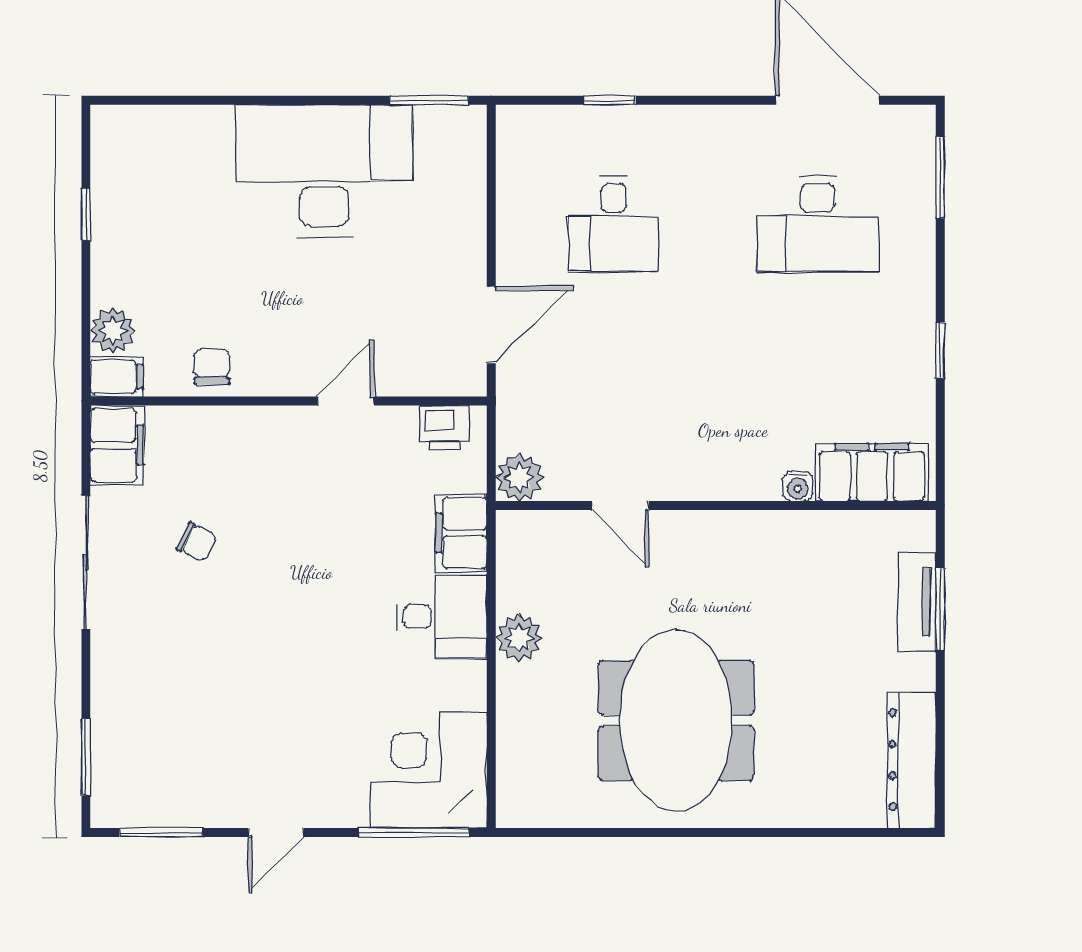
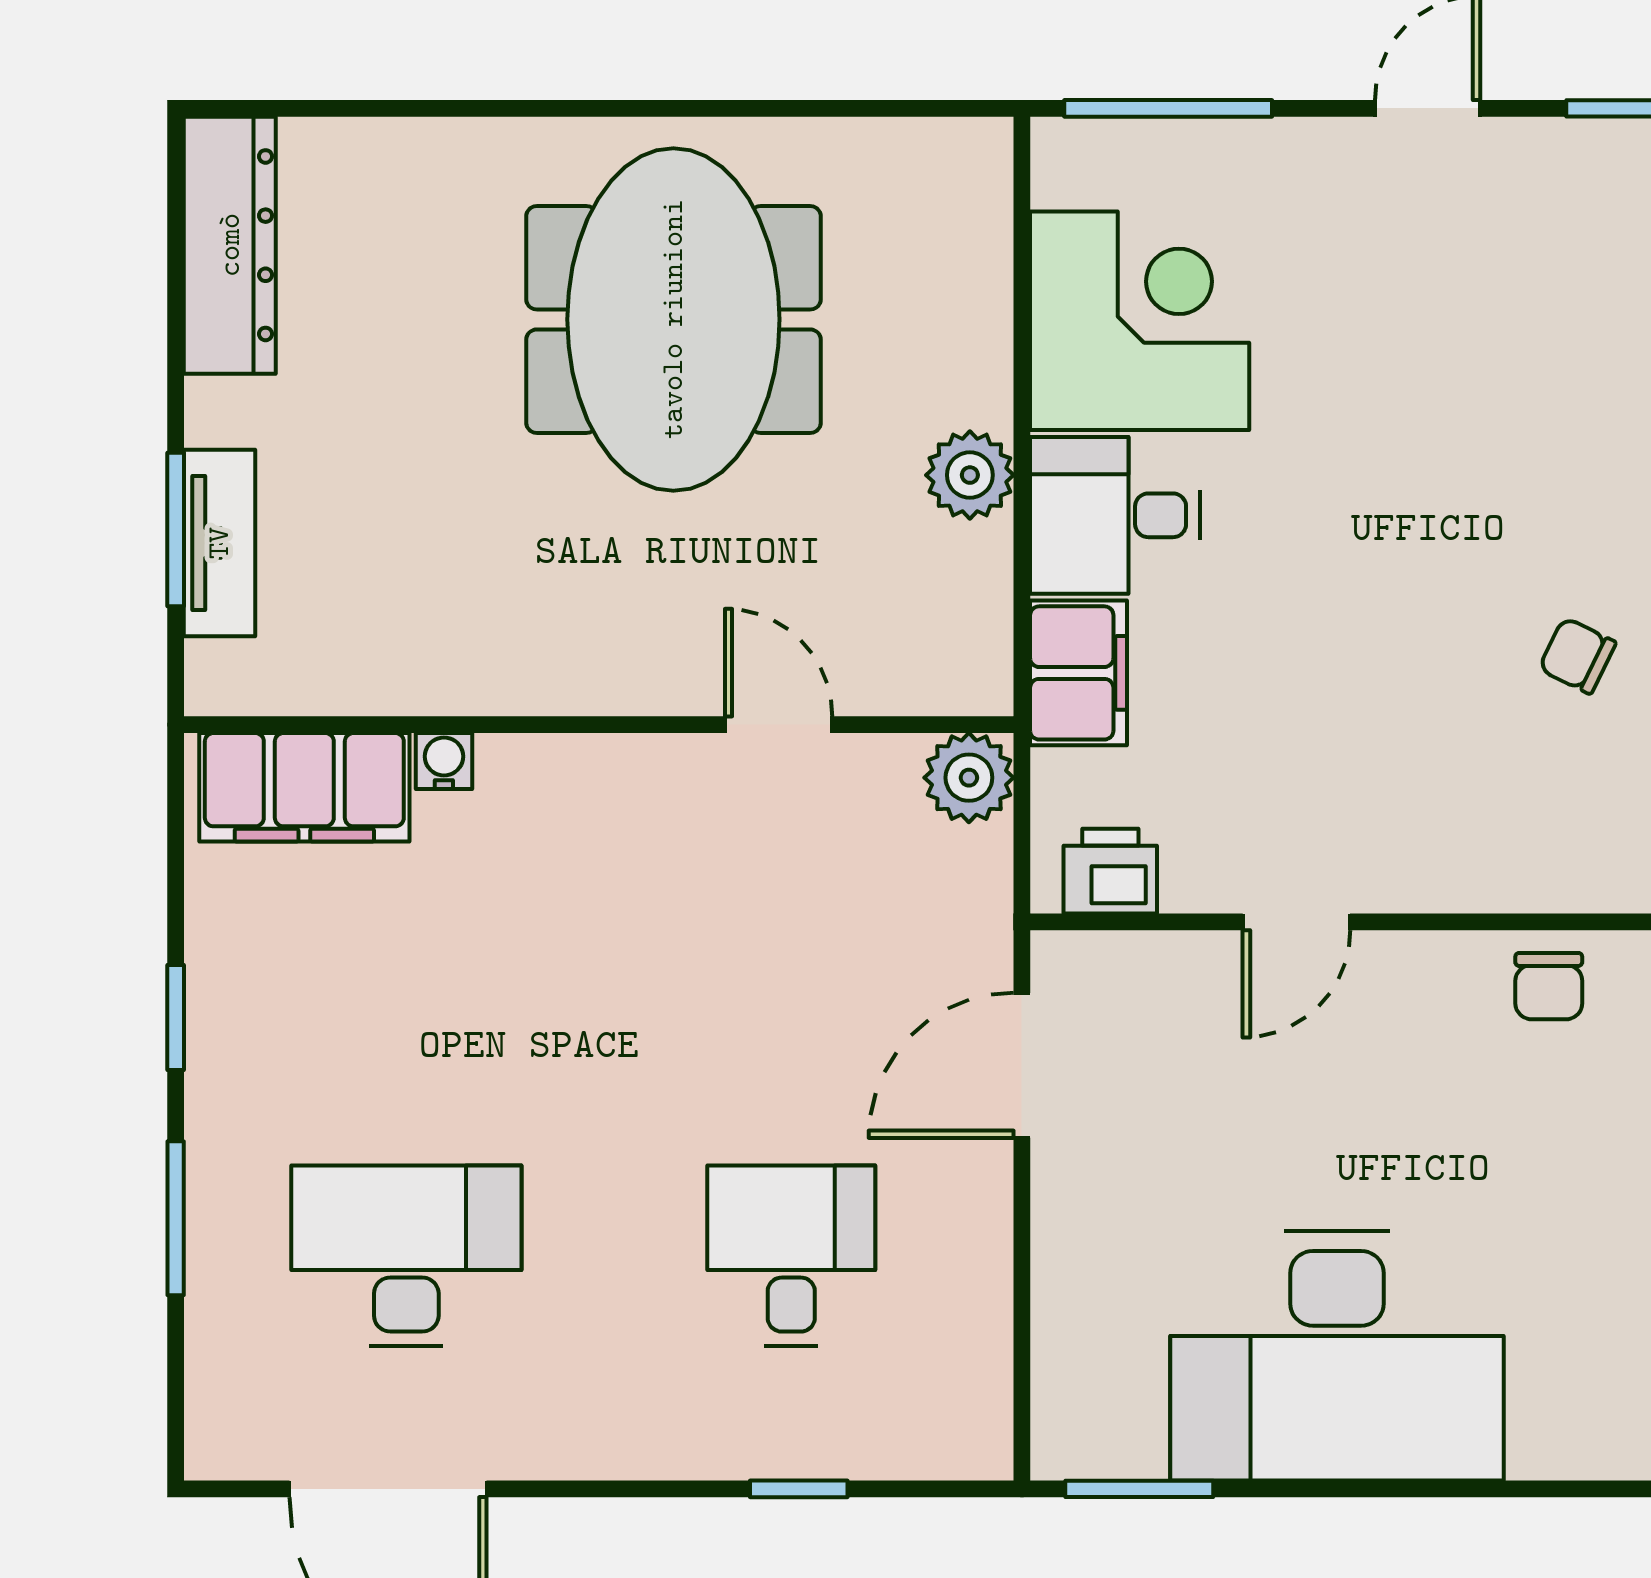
window: (940, 177) -> (176, 1218), moved
corner desk: (429, 770) -> (1140, 321), moved, turned -90

